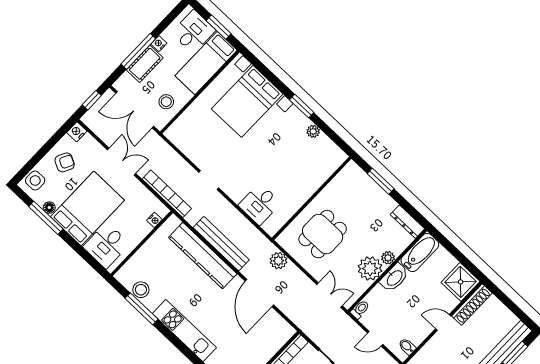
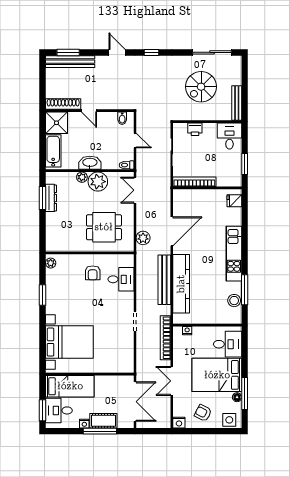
window: (219, 27) -> (42, 410), moved
window: (92, 100) -> (153, 431), removed
stool: (166, 102) -> (113, 388), removed
window: (302, 106) -> (42, 295), moved
plant: (313, 131) -> (51, 263), moved
window: (381, 181) -> (42, 198), moved
armchair: (290, 184) -> (93, 273), added
dresser: (407, 222) -> (51, 198), moved
bathtub: (420, 252) -> (53, 151), moved, turned 90

